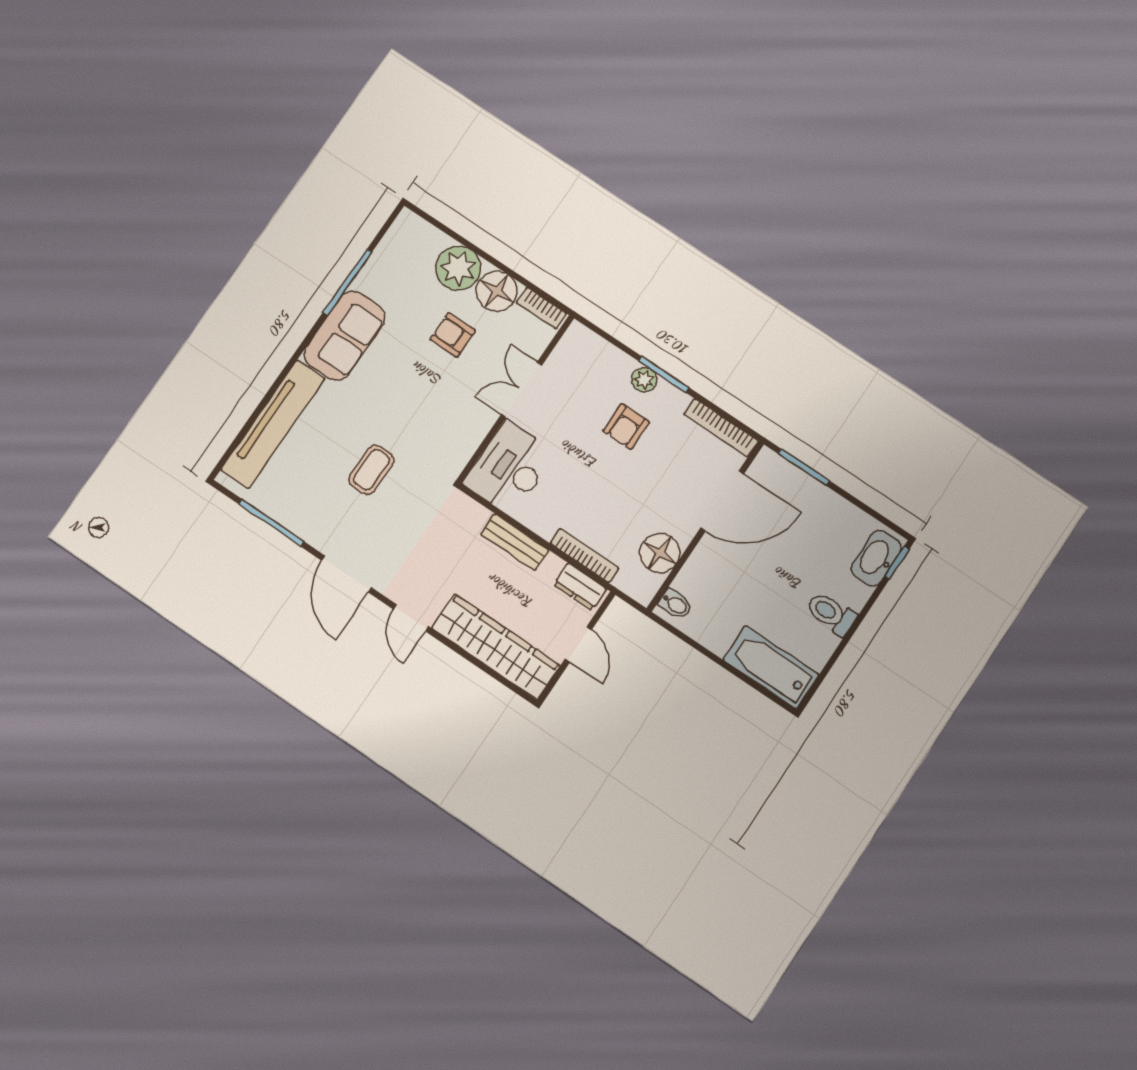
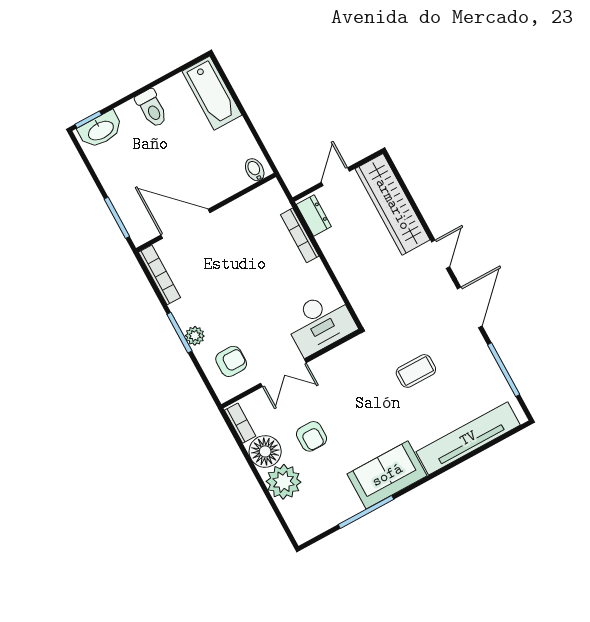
armchair: (626, 427) -> (231, 361), moved
bench: (515, 542) -> (343, 269), removed
floor lamp: (660, 553) -> (247, 210), removed

